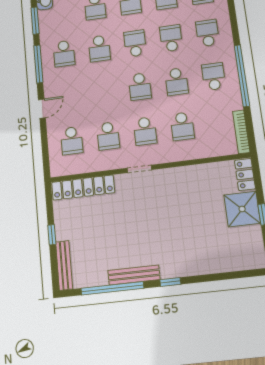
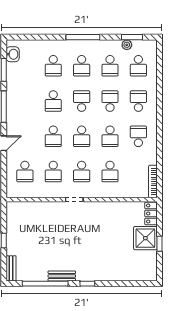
school desk: (64, 54) -> (53, 136), moved
window: (242, 76) -> (160, 139), removed
locker: (83, 187) -> (30, 208), removed
bench: (64, 265) -> (11, 268), width x0.73
bench: (134, 275) -> (62, 276), width x0.73

